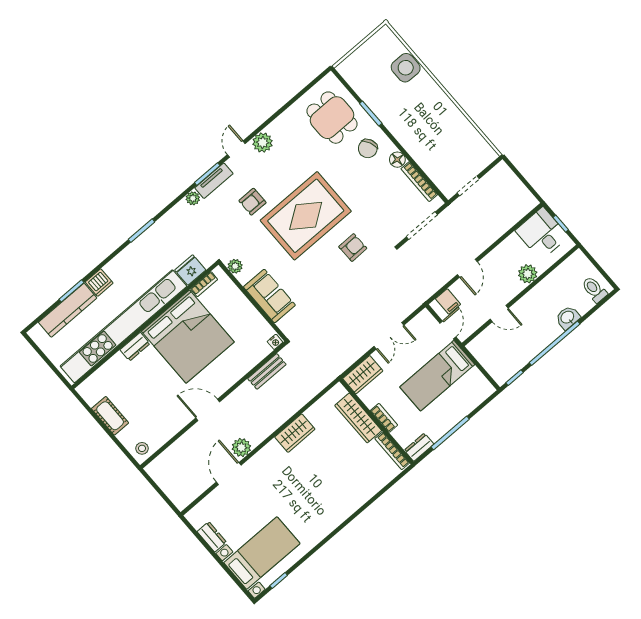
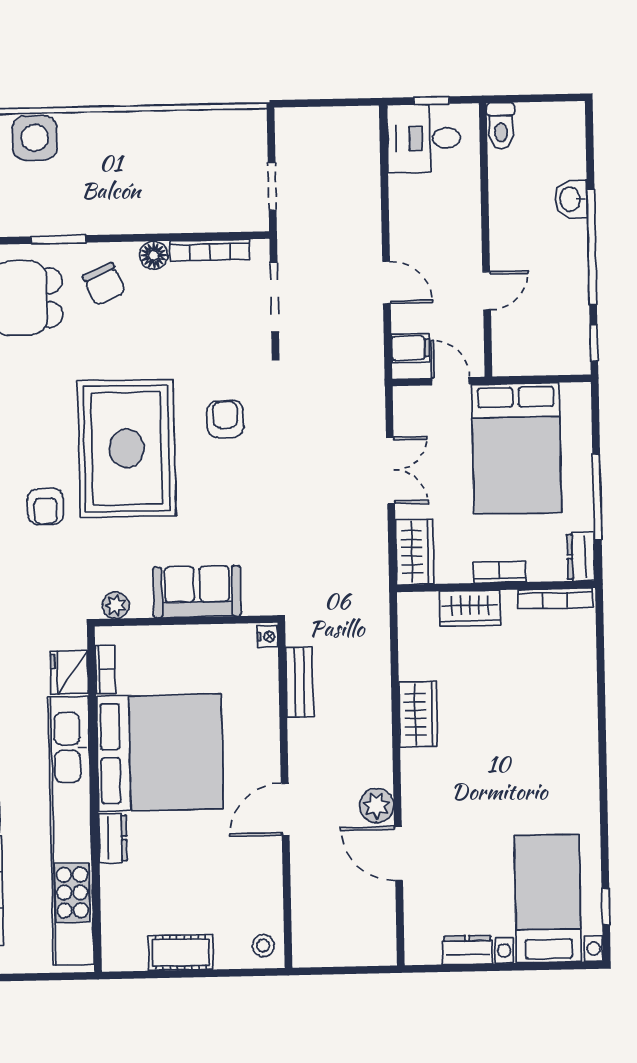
plant: (528, 274) -> (464, 205), removed
toilet: (594, 290) -> (501, 126), moved, turned -90
bed: (437, 376) -> (517, 448), width x1.50
wardrobe: (358, 418) -> (470, 608), width x0.67

